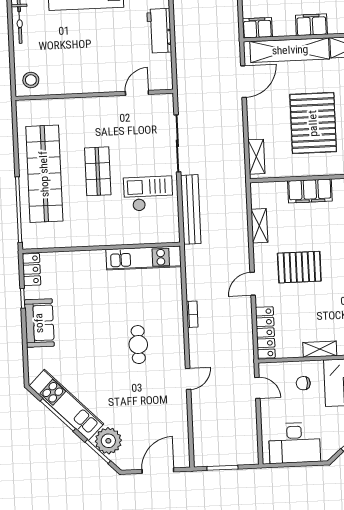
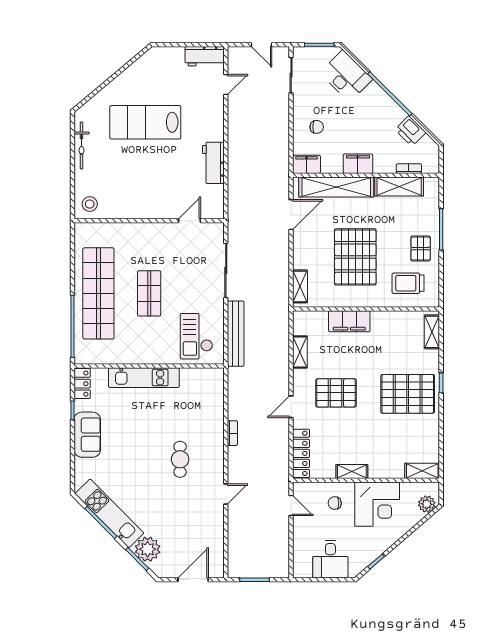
checkout: (148, 194) -> (196, 336), moved, turned -90
kitchen unit: (144, 258) -> (144, 378), moved
desk: (295, 443) -> (330, 559), width x0.73

